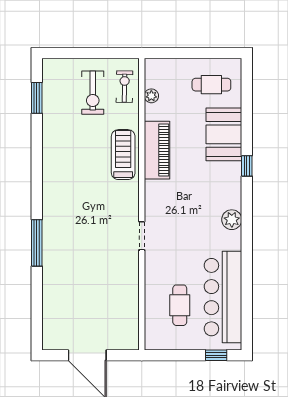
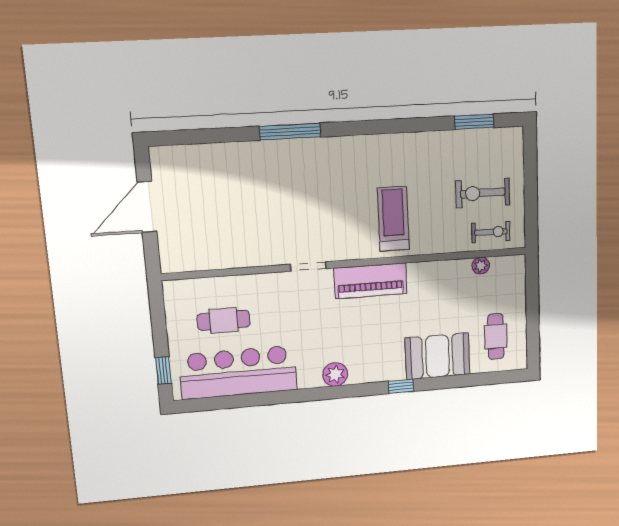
piano: (157, 150) -> (370, 281), moved
treadmill: (123, 155) -> (393, 219), moved, turned -90

